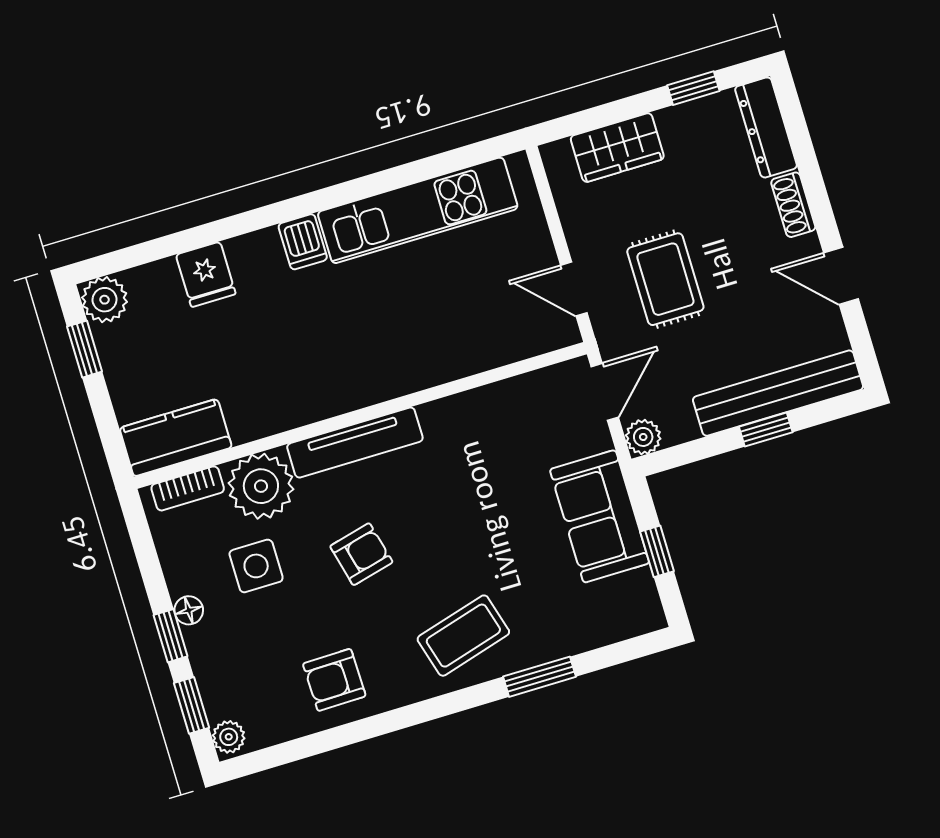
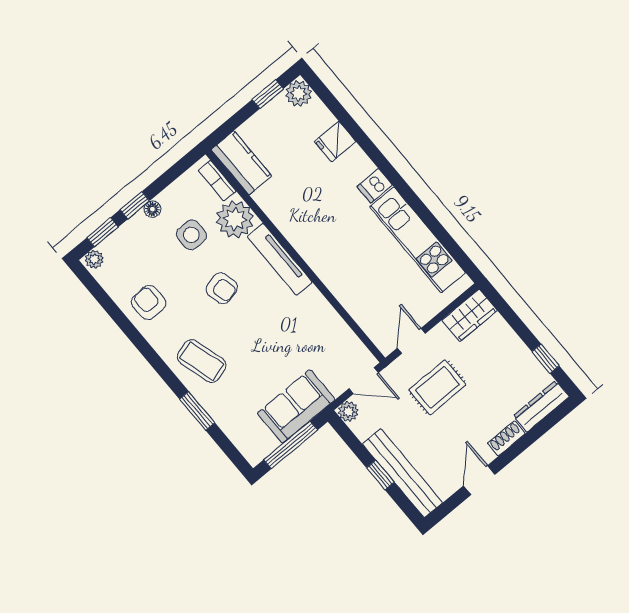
wardrobe: (617, 148) -> (470, 315), moved, turned -90
window: (657, 551) -> (291, 445), width x2.17

